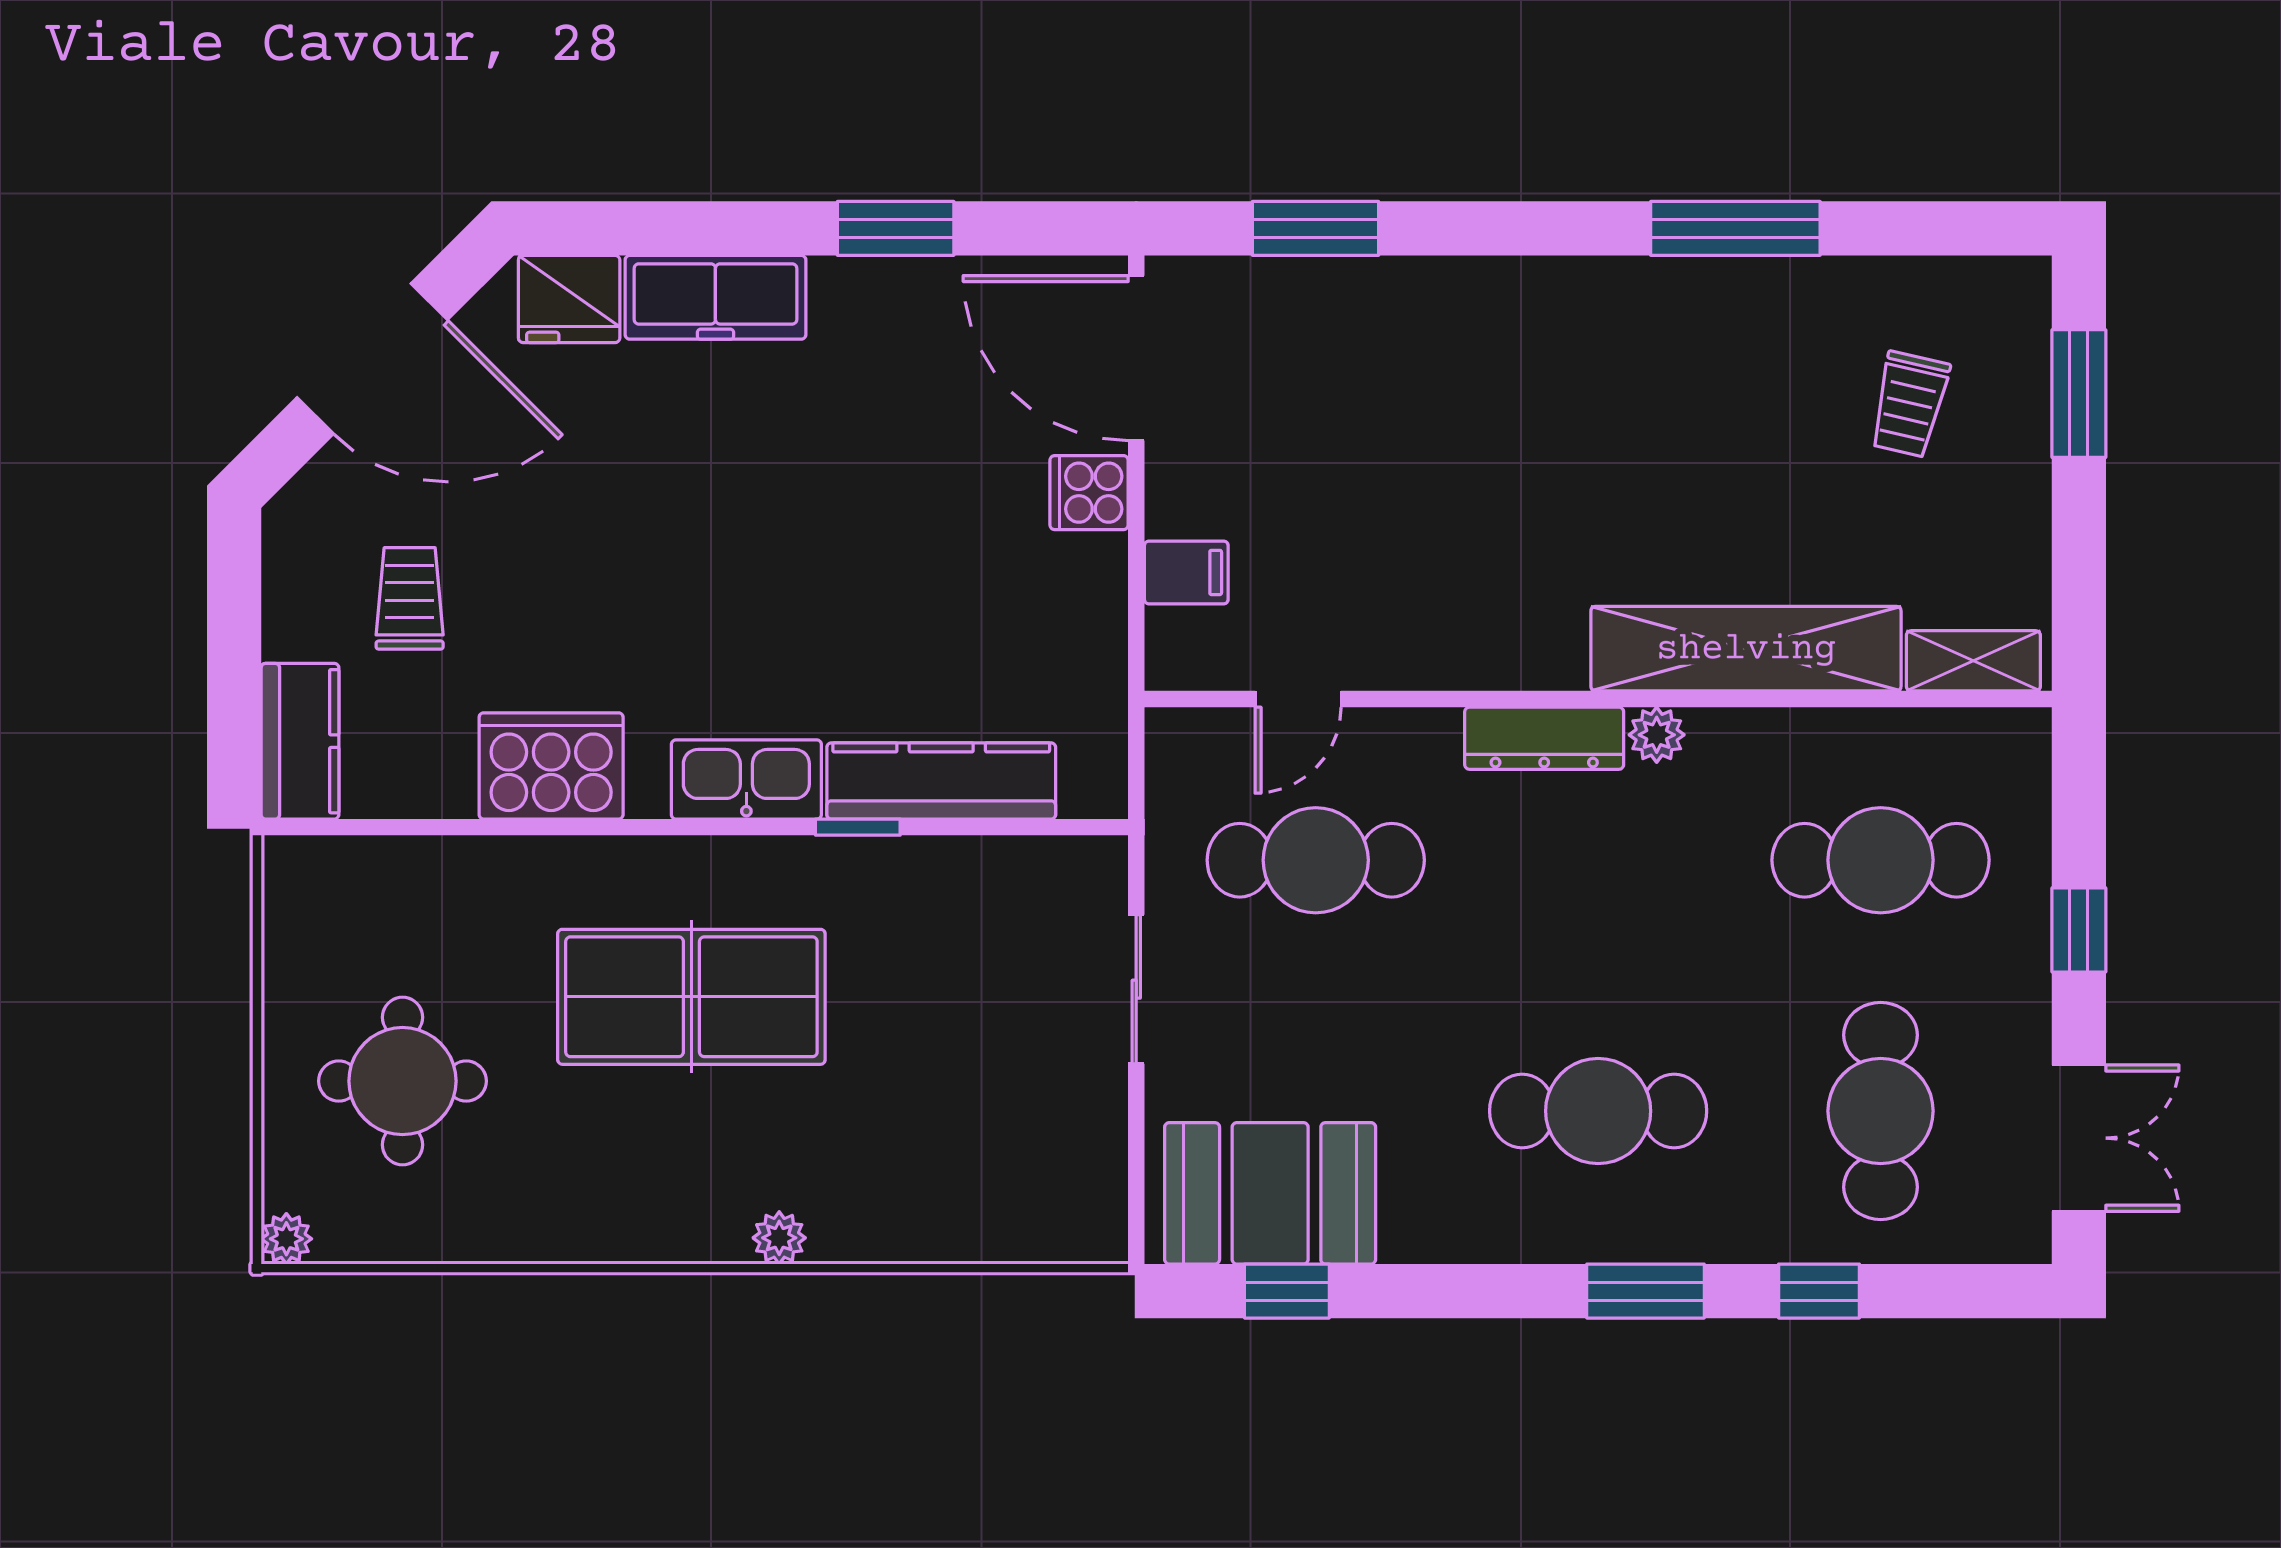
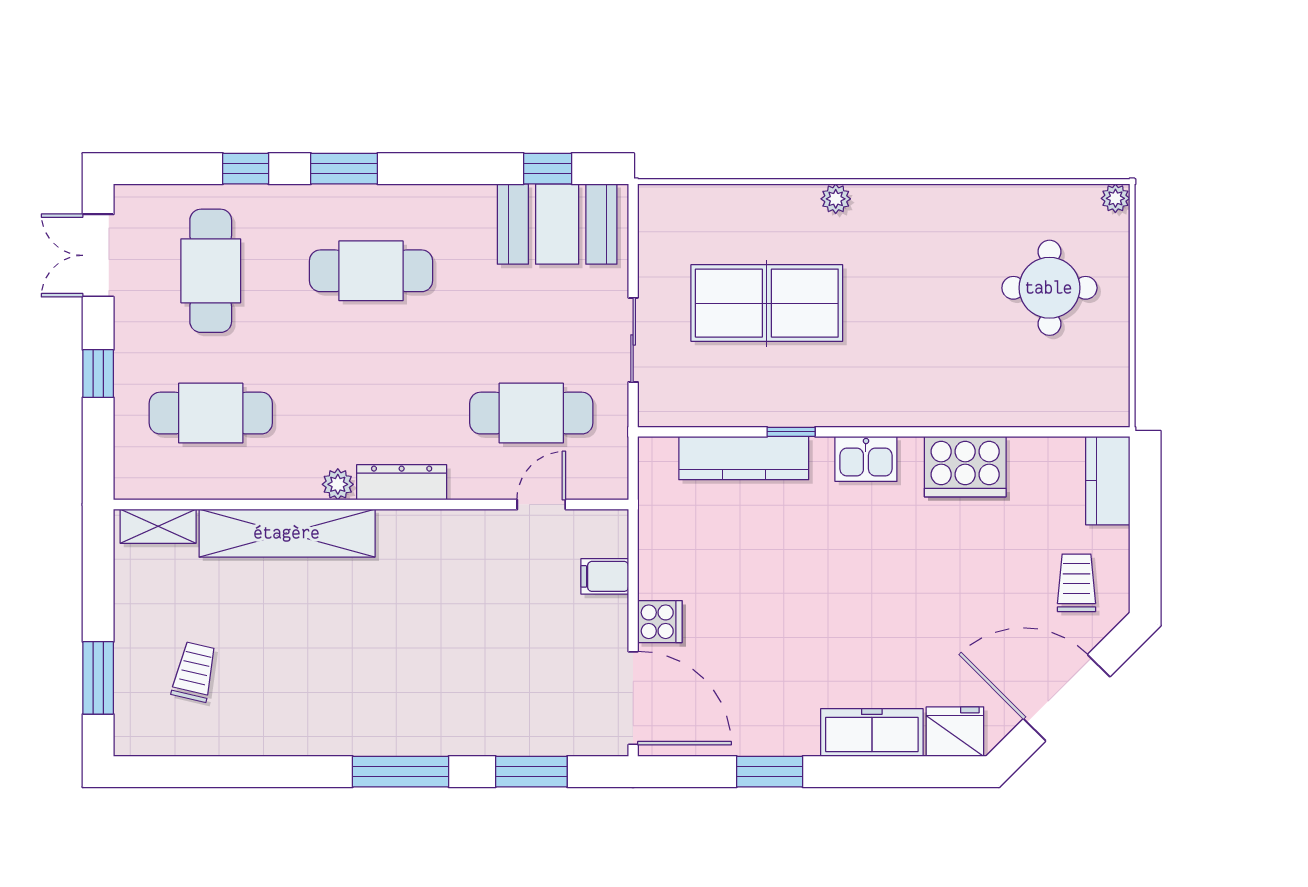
window: (1735, 228) -> (401, 772), moved
trolley: (410, 598) -> (1077, 583), moved, turned 180
kitchen sink: (746, 779) -> (866, 459), width x0.73
table tennis table: (691, 997) -> (767, 303), moved

